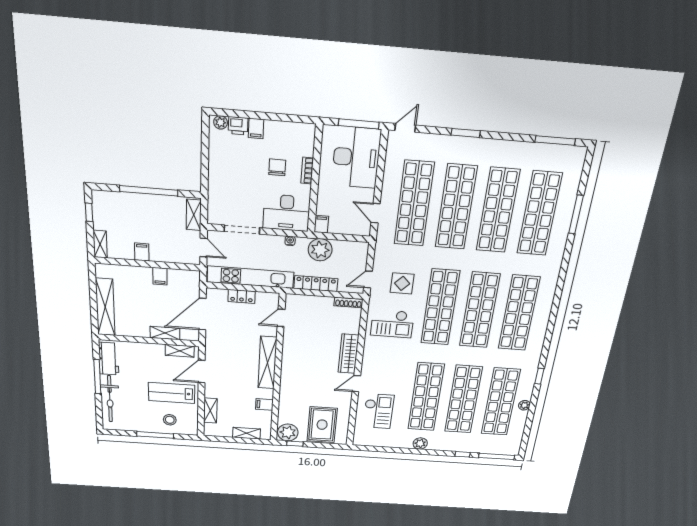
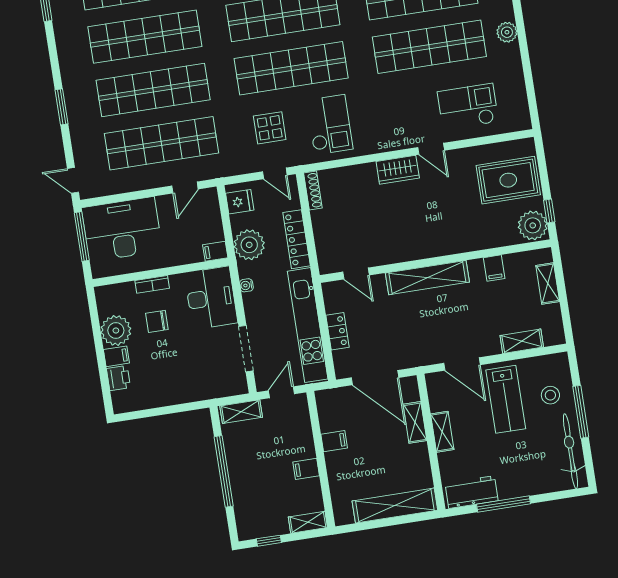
plant: (221, 122) -> (116, 330), moved, width x1.88, depth x1.88
fridge: (354, 250) -> (240, 202), added
shelving: (180, 351) -> (442, 432), moved
wardrobe: (348, 354) -> (398, 170), width x0.67
bicycle: (110, 399) -> (570, 451), moved, turned -90

